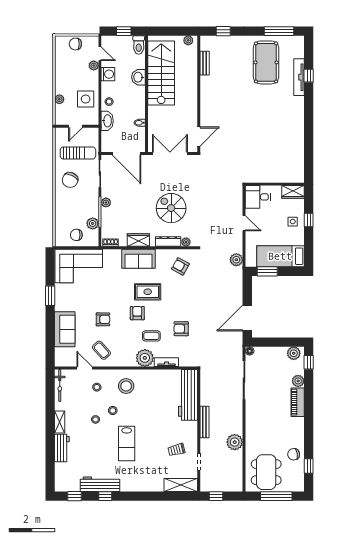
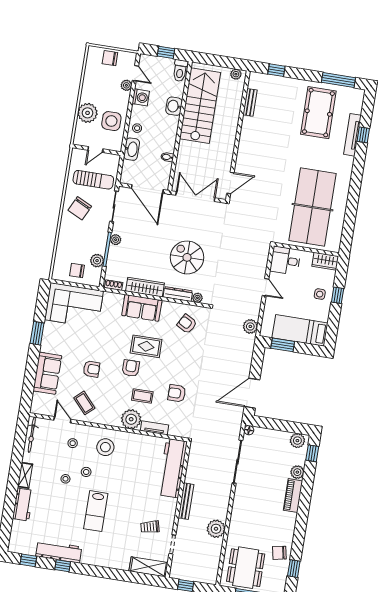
plant: (59, 99) -> (88, 113), width x1.88, depth x1.88
table tennis table: (274, 146) -> (312, 207), added
wardrobe: (138, 240) -> (145, 287), width x1.50

